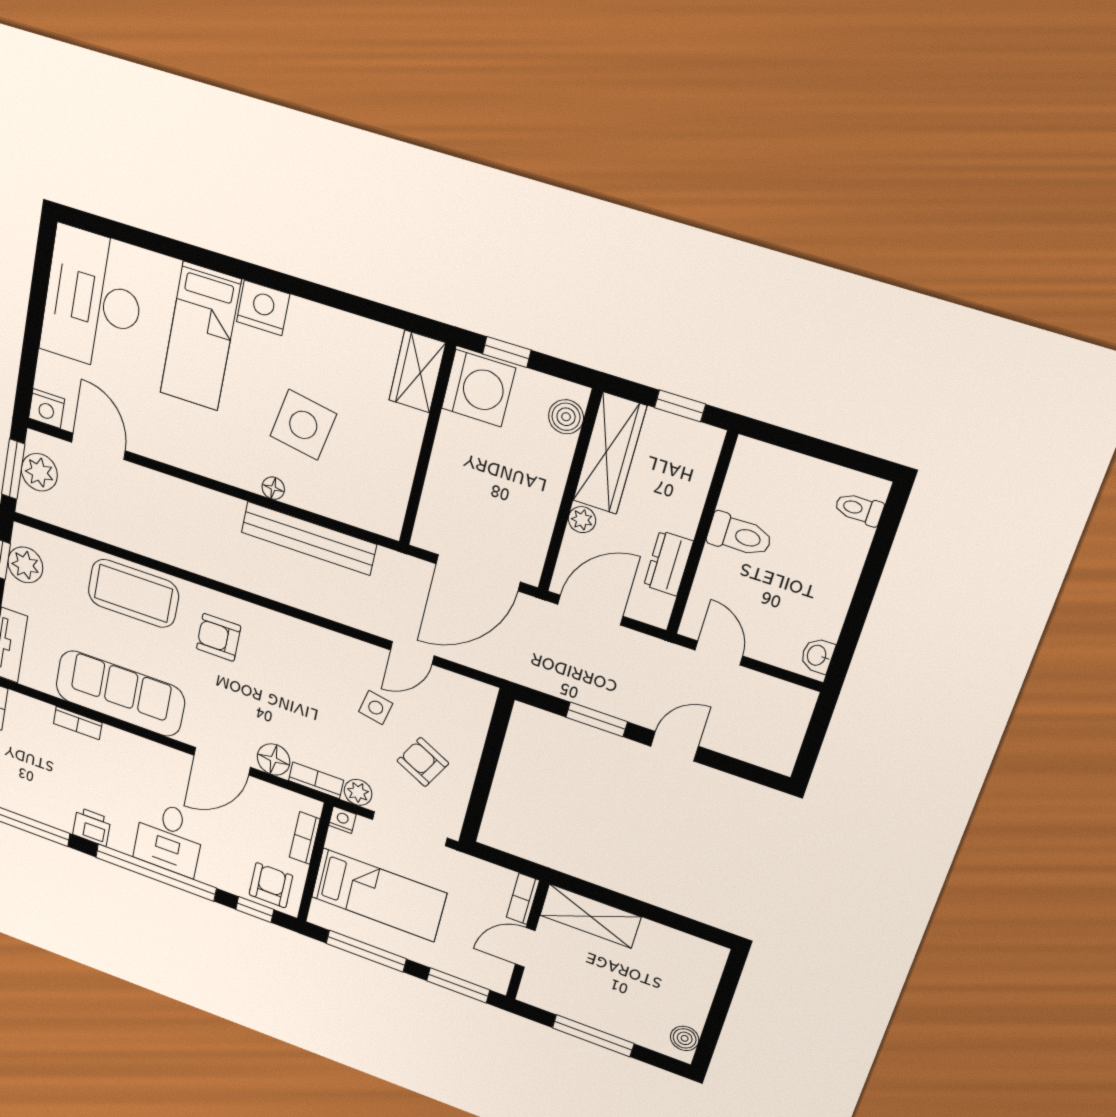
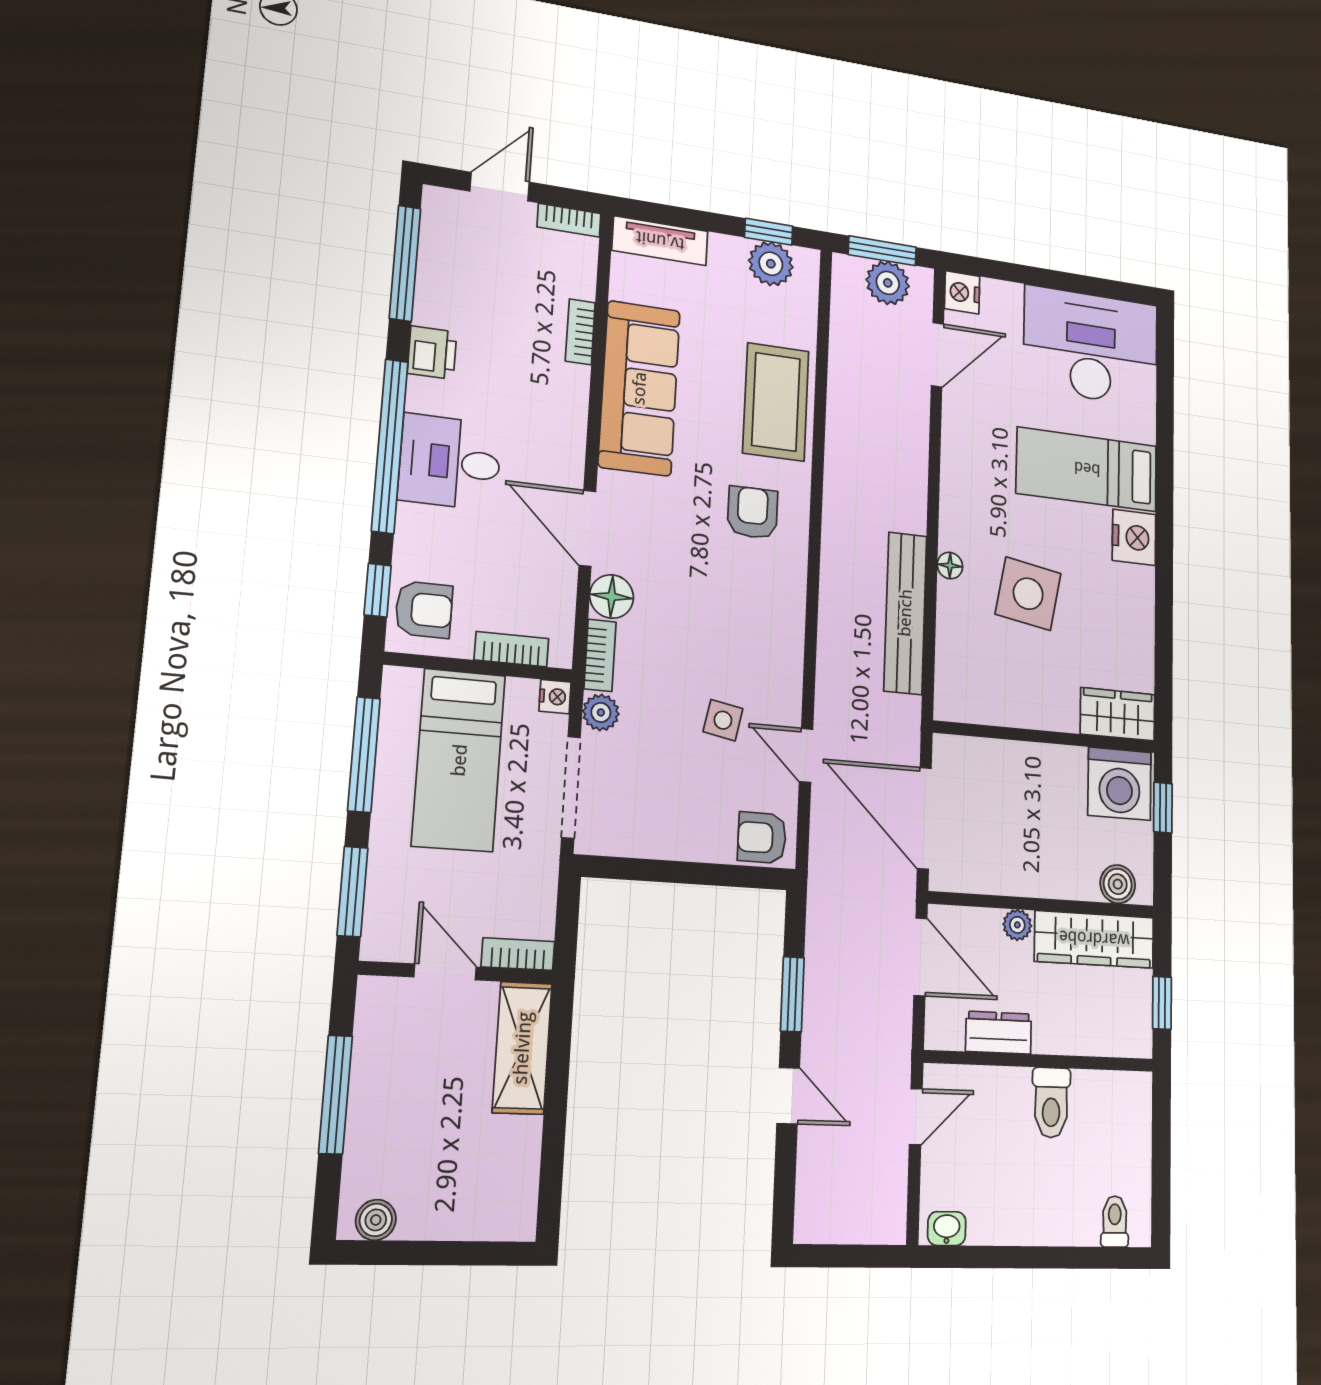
armchair: (423, 762) -> (762, 838), moved, turned -117

